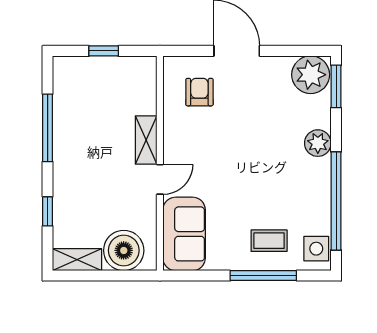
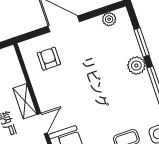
plant: (311, 75) -> (109, 19), width x0.53, depth x0.53
window: (336, 86) -> (142, 42), moved

